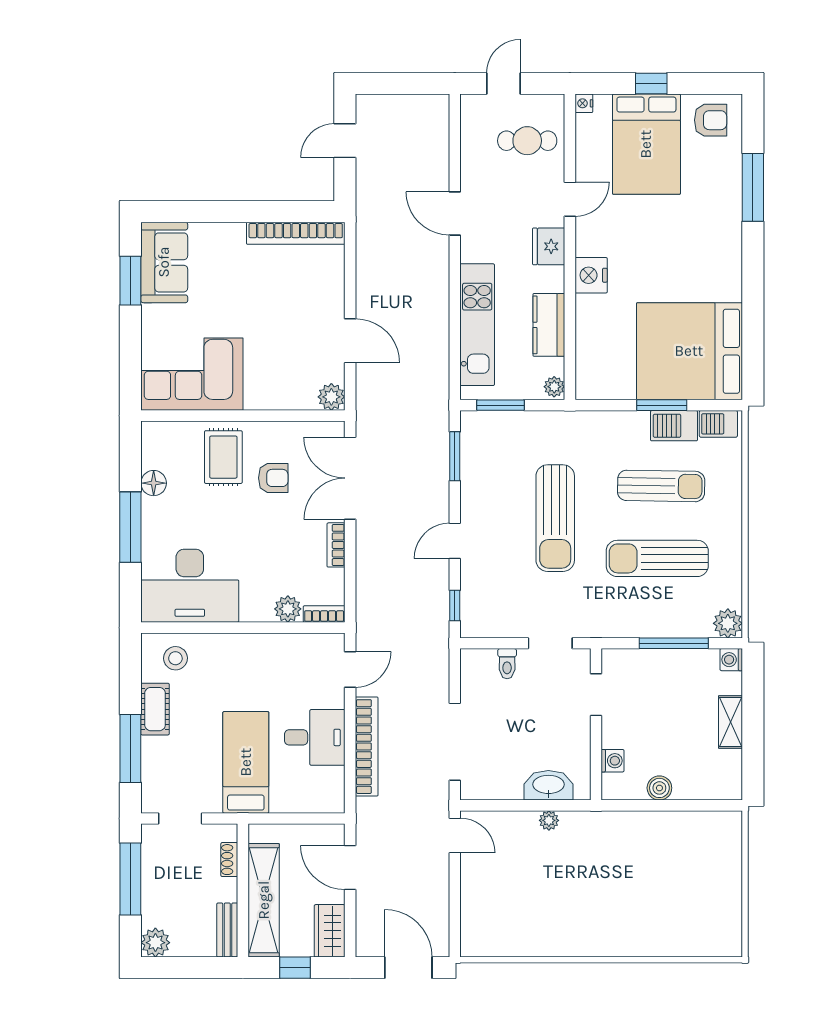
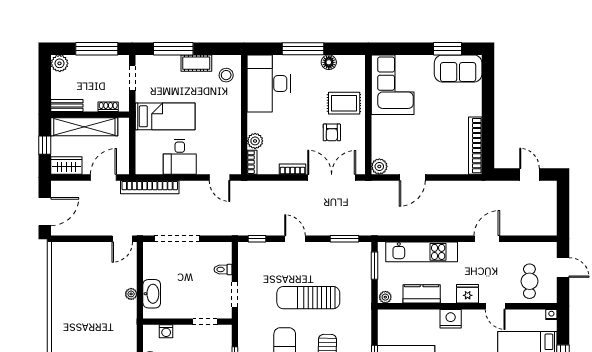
bookcase: (367, 747) -> (150, 187), moved

